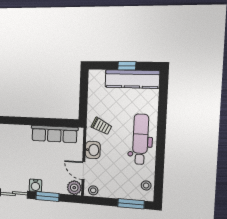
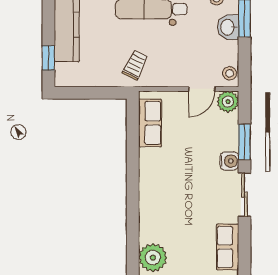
window: (127, 66) -> (48, 58), moved
row of seats: (54, 134) -> (150, 123), width x0.68
washbasin: (93, 150) -> (228, 27), moved, turned -90

